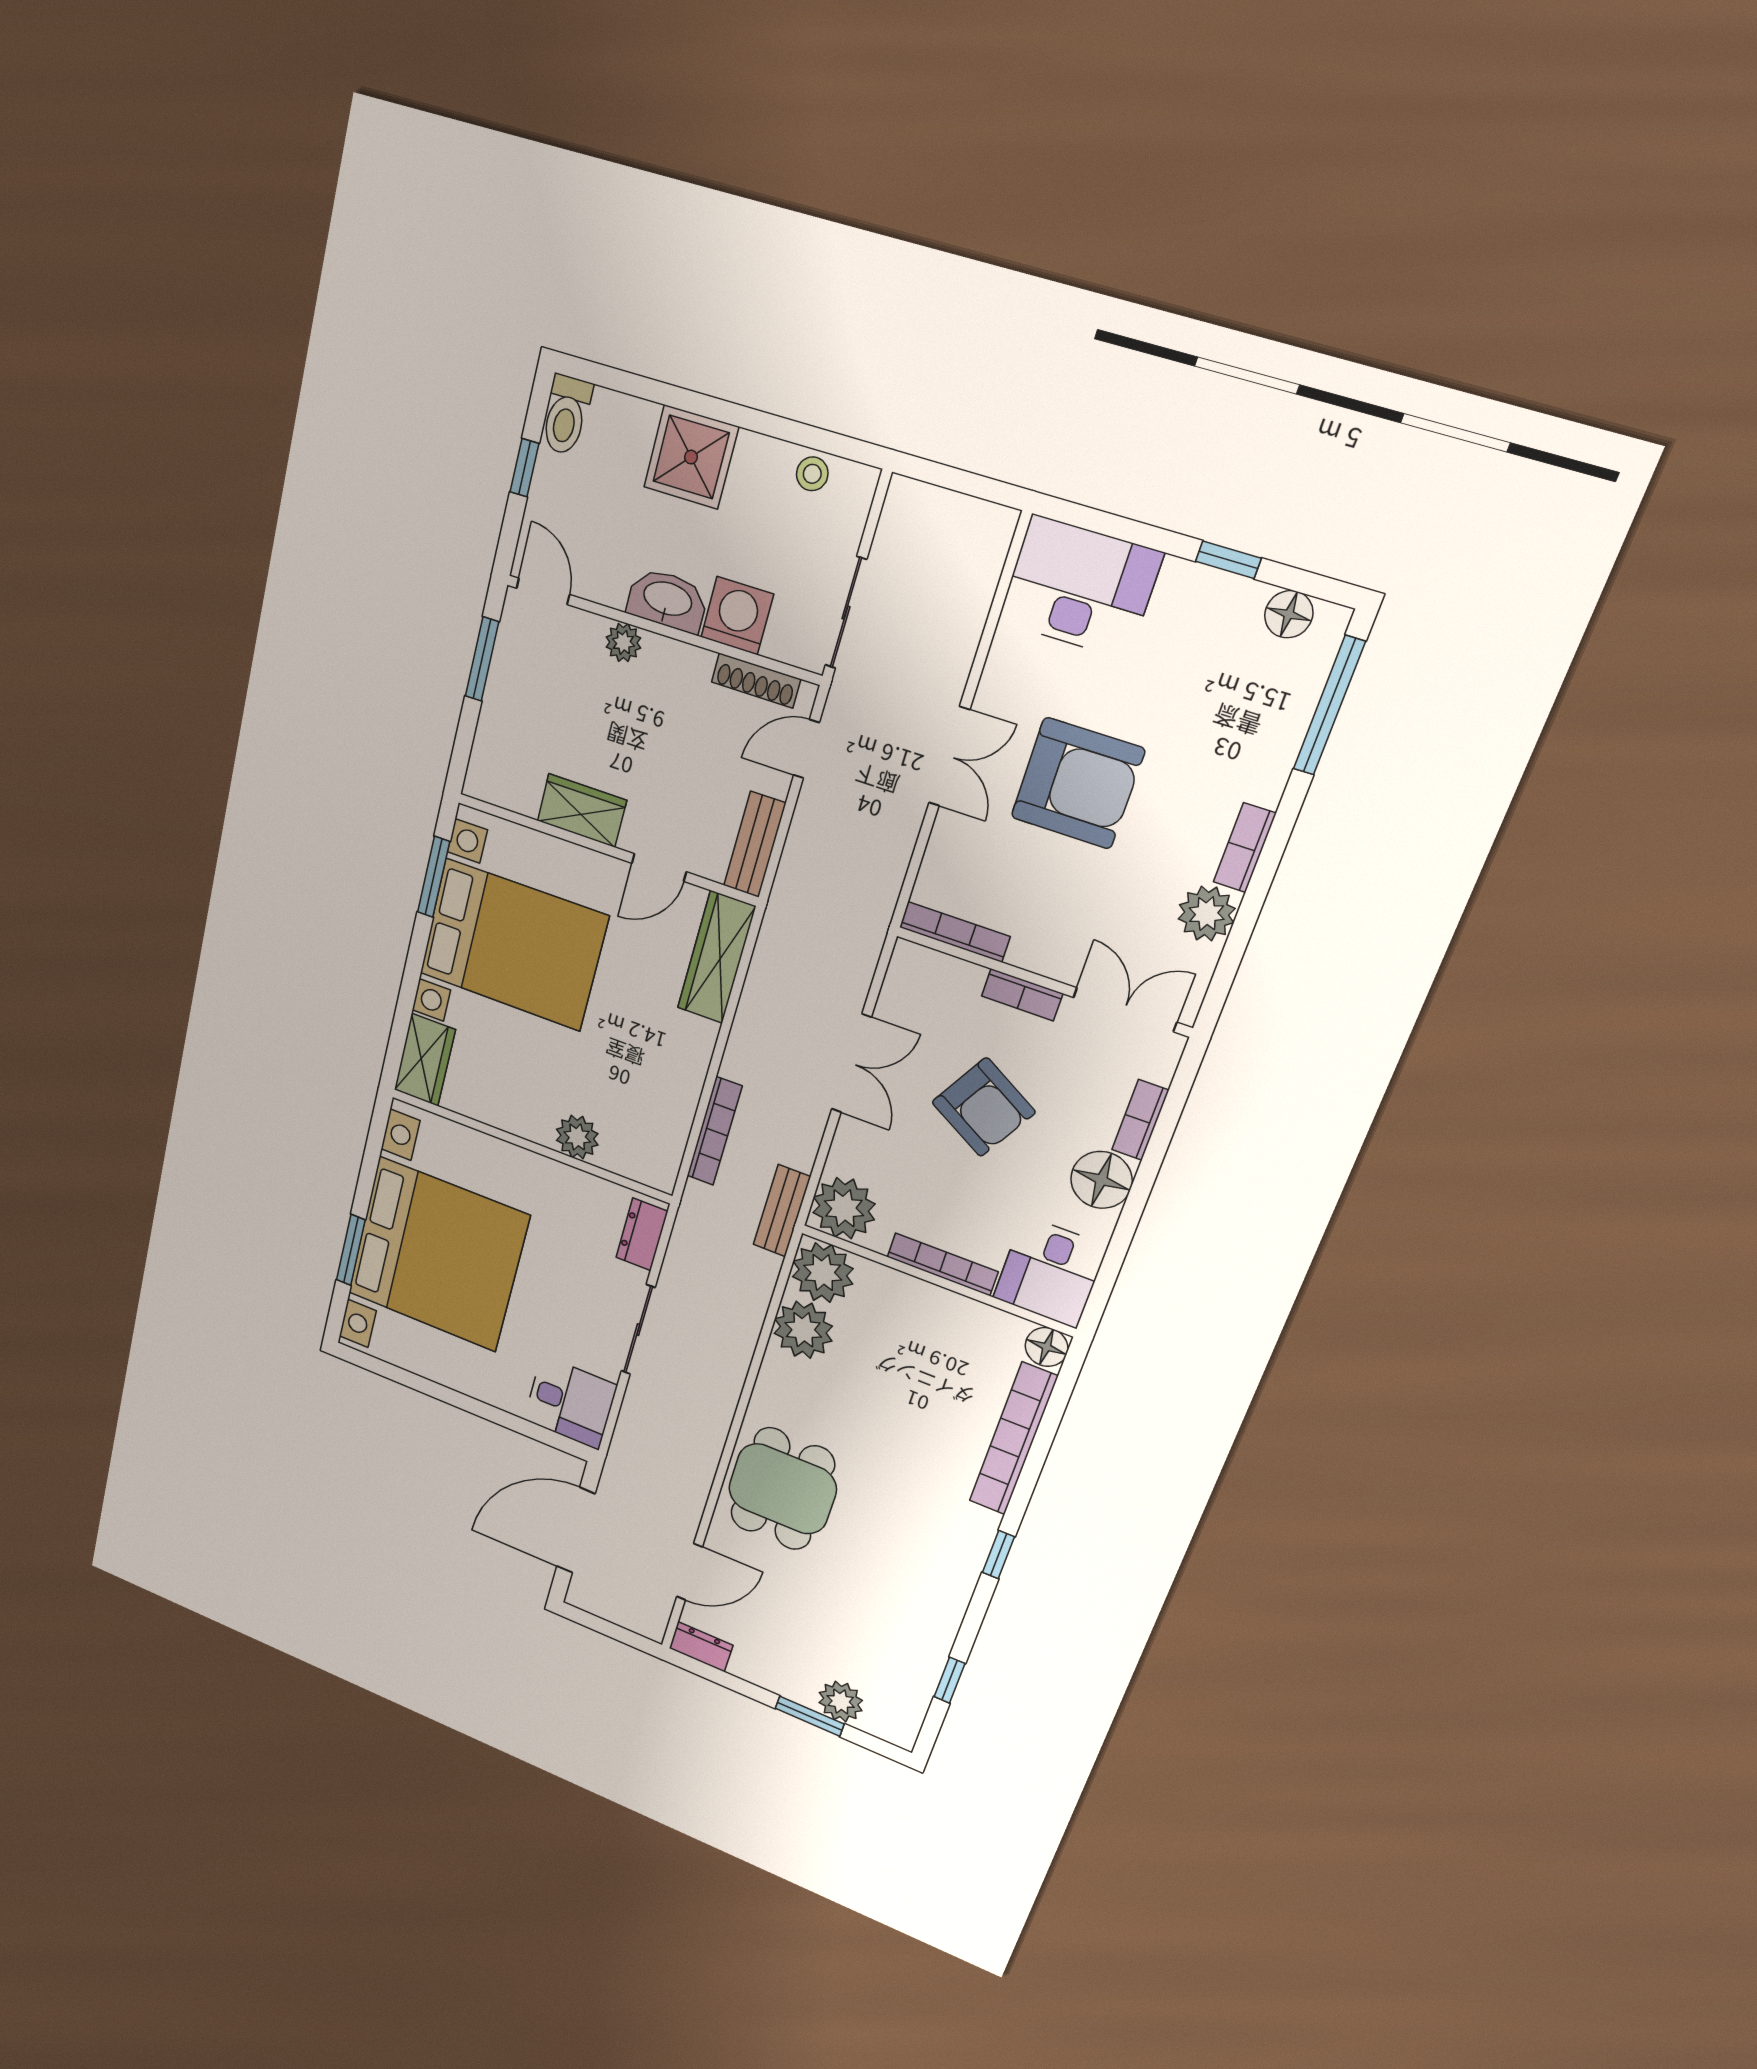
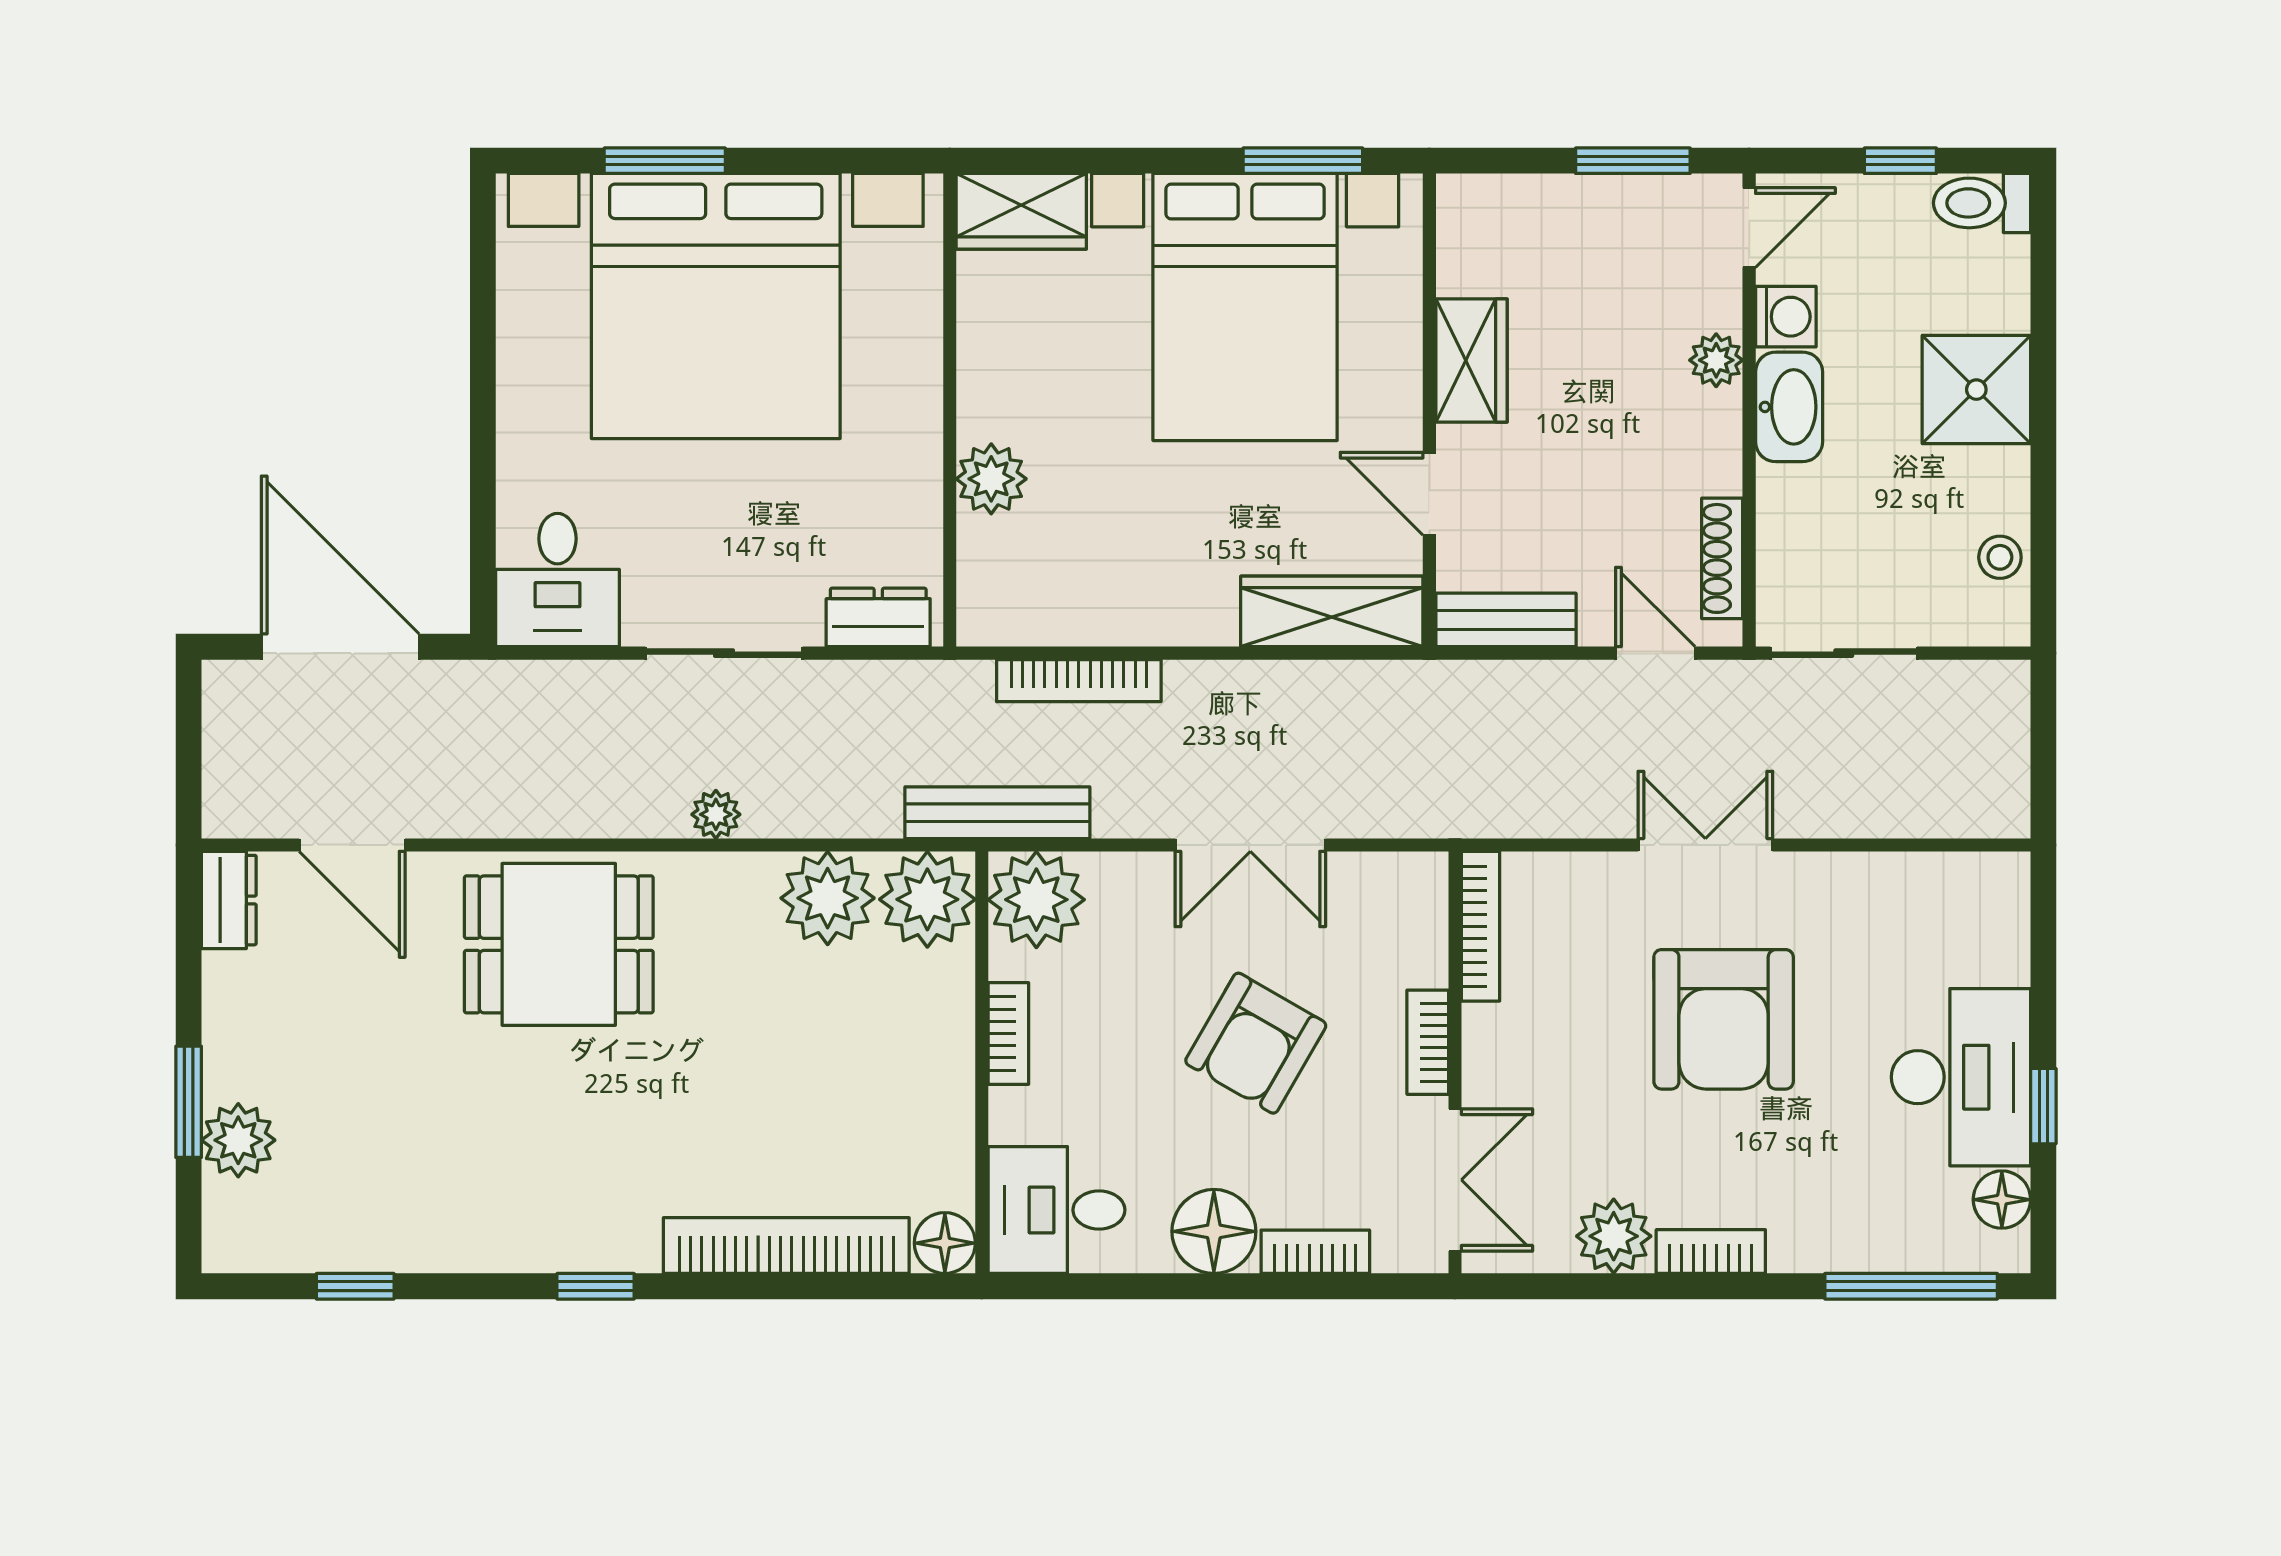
desk: (1080, 587) -> (1961, 1077), moved
washing machine: (737, 616) -> (1786, 317), moved, width x0.73, depth x0.73
double door: (949, 756) -> (1705, 845), swing flipped
bench: (782, 1211) -> (997, 813), width x1.36
bookcase: (942, 1264) -> (1008, 1033), width x0.64
plant: (732, 1372) -> (716, 814), added

